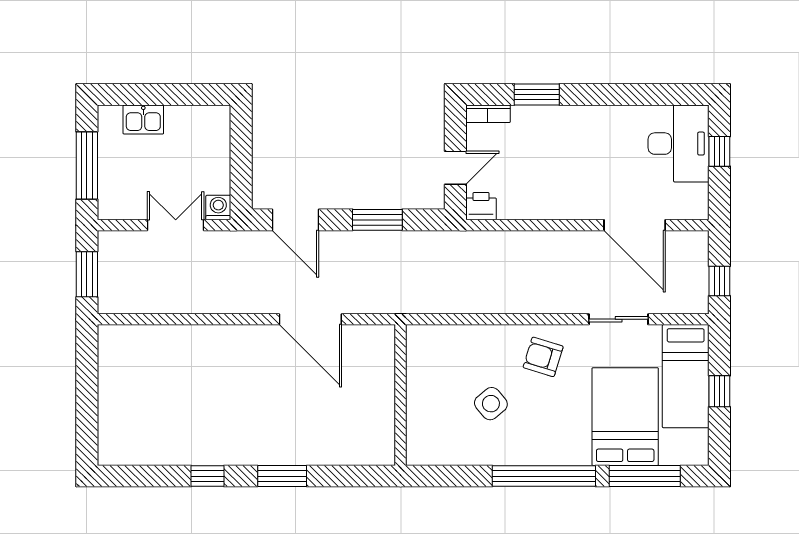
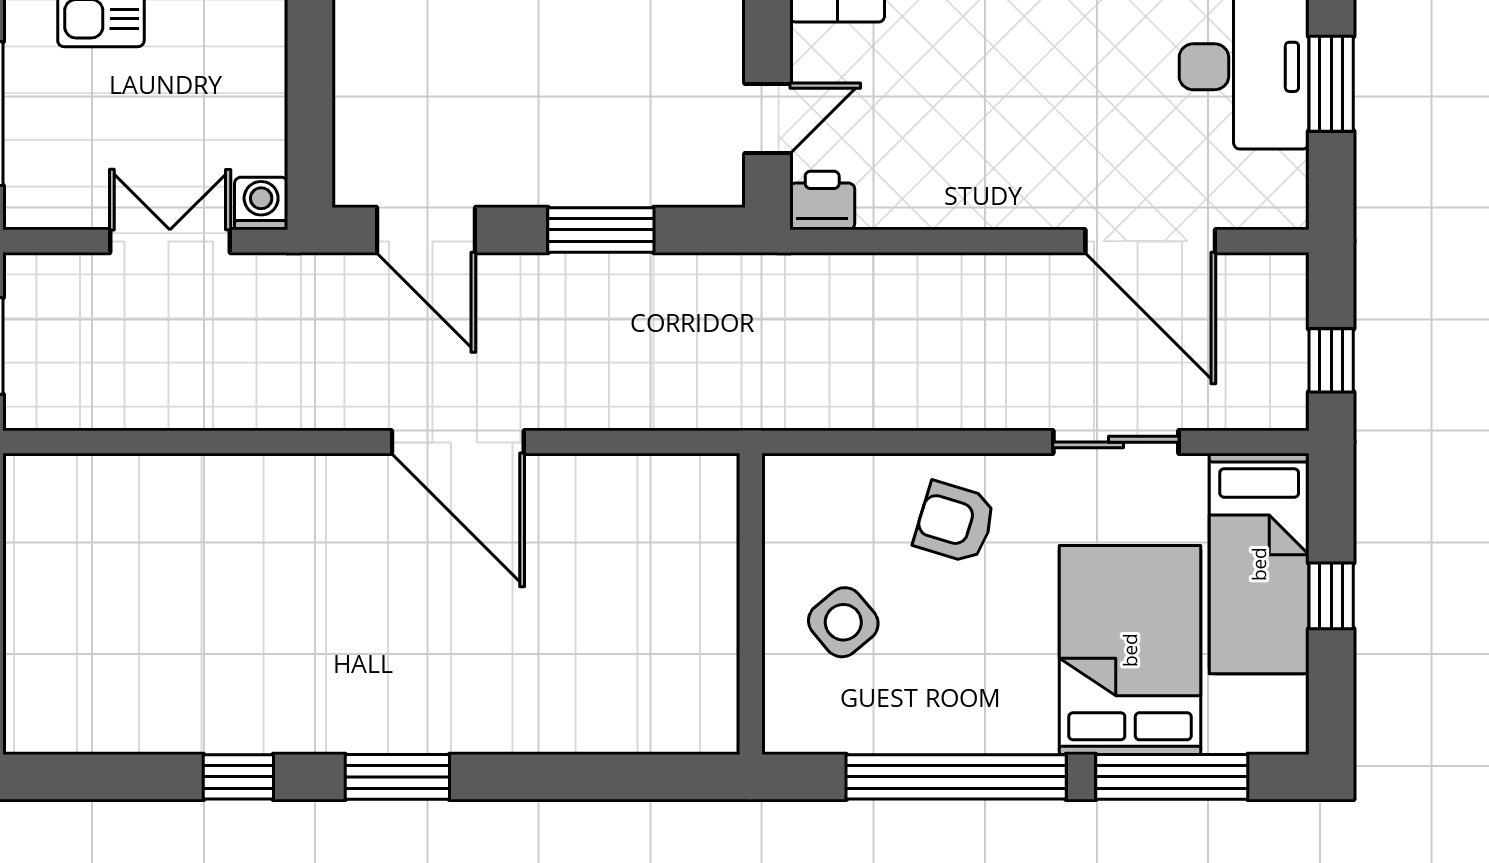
window: (719, 151) -> (1331, 84), width x1.50
wall: (401, 395) -> (751, 604), moved

